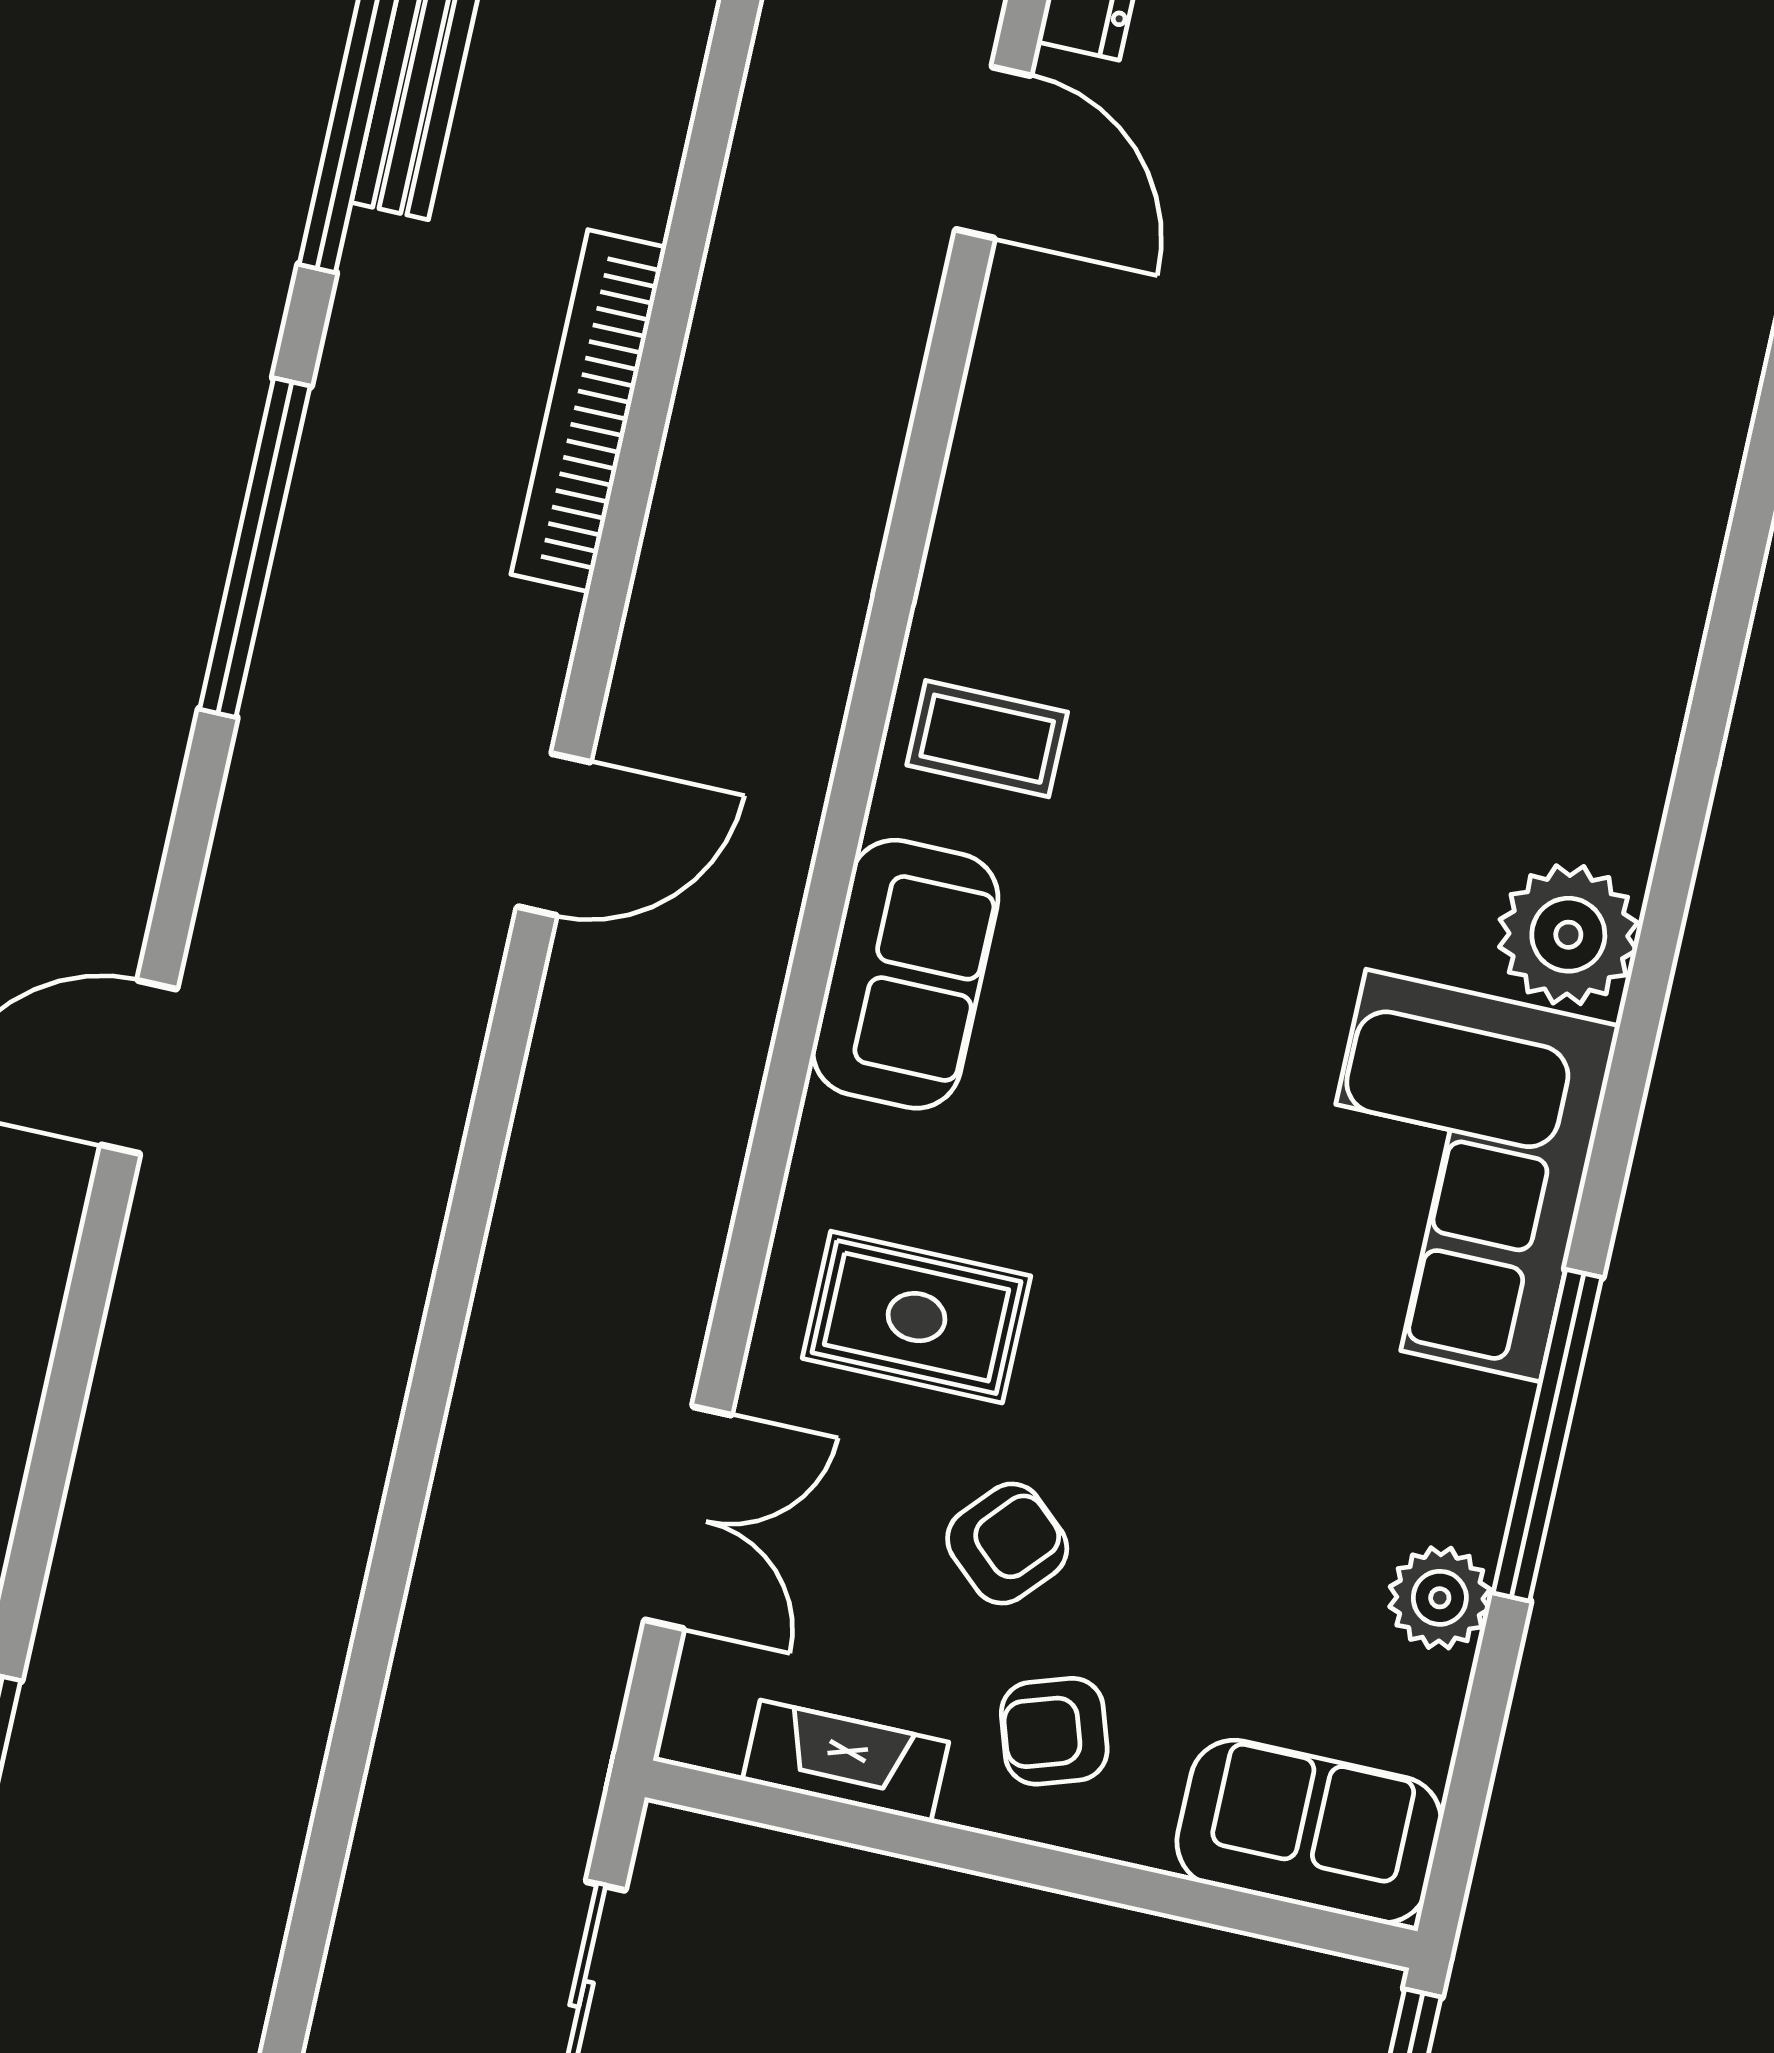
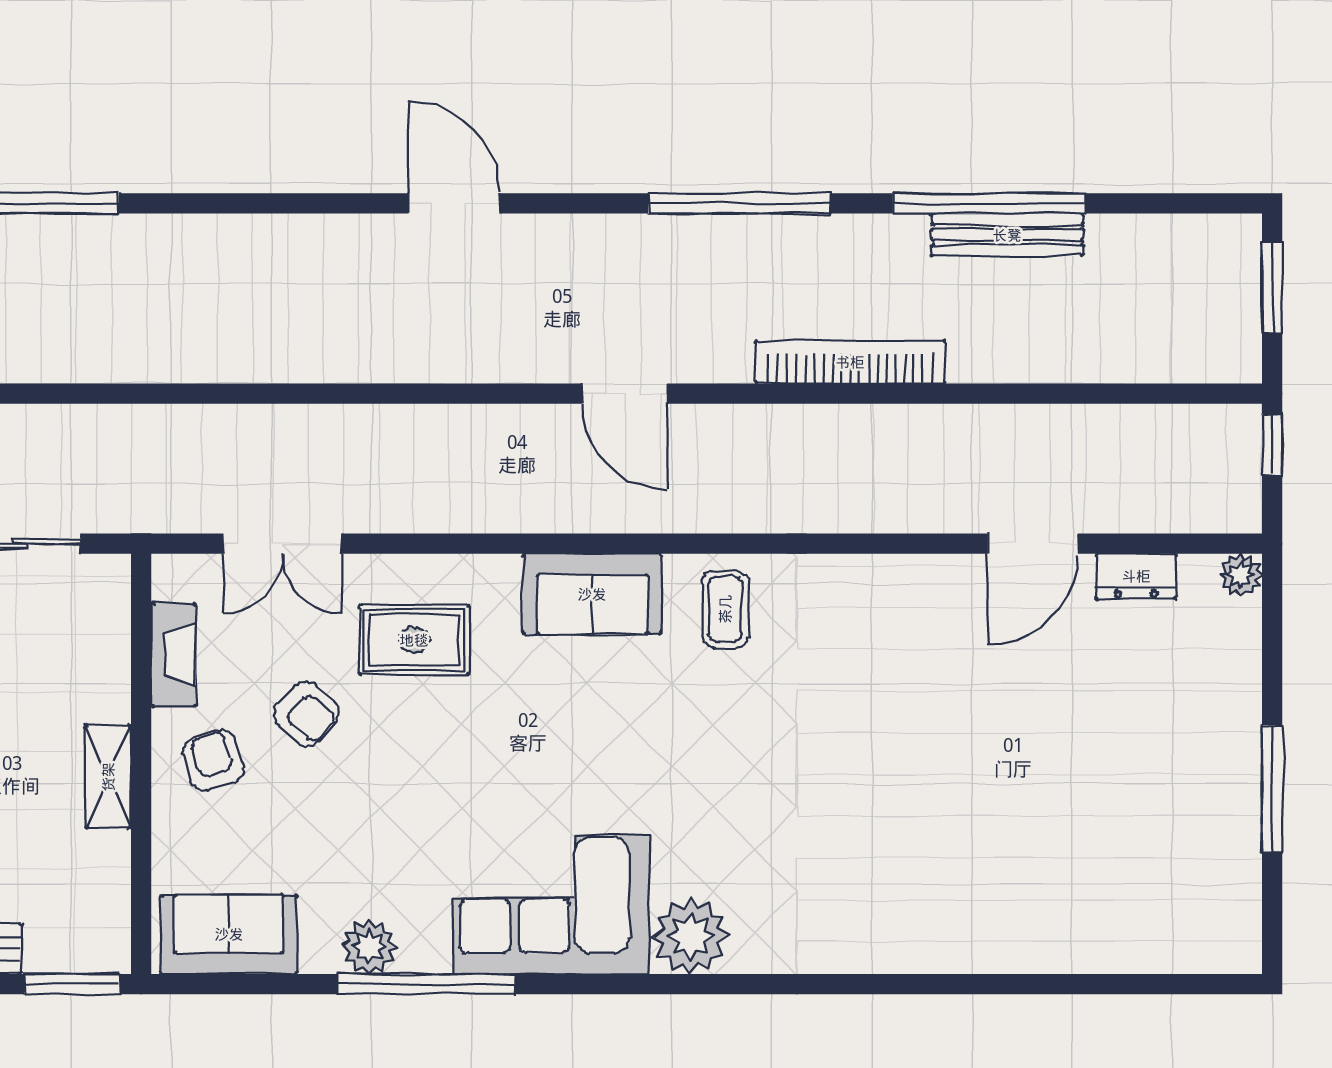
rug: (916, 1317) -> (414, 640), turned 90
plant: (1440, 1598) -> (369, 947), moved
sofa: (1309, 1832) -> (229, 934), moved, turned -90
shelving: (1041, 1930) -> (108, 777), added

